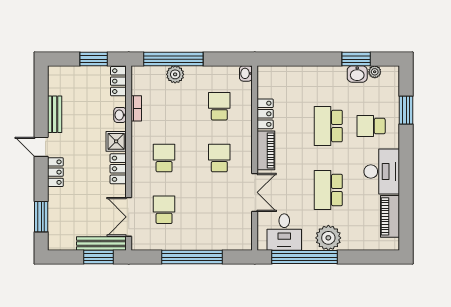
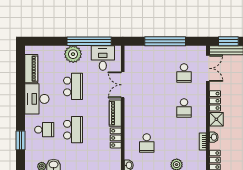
school desk: (219, 158) -> (147, 108), removed

